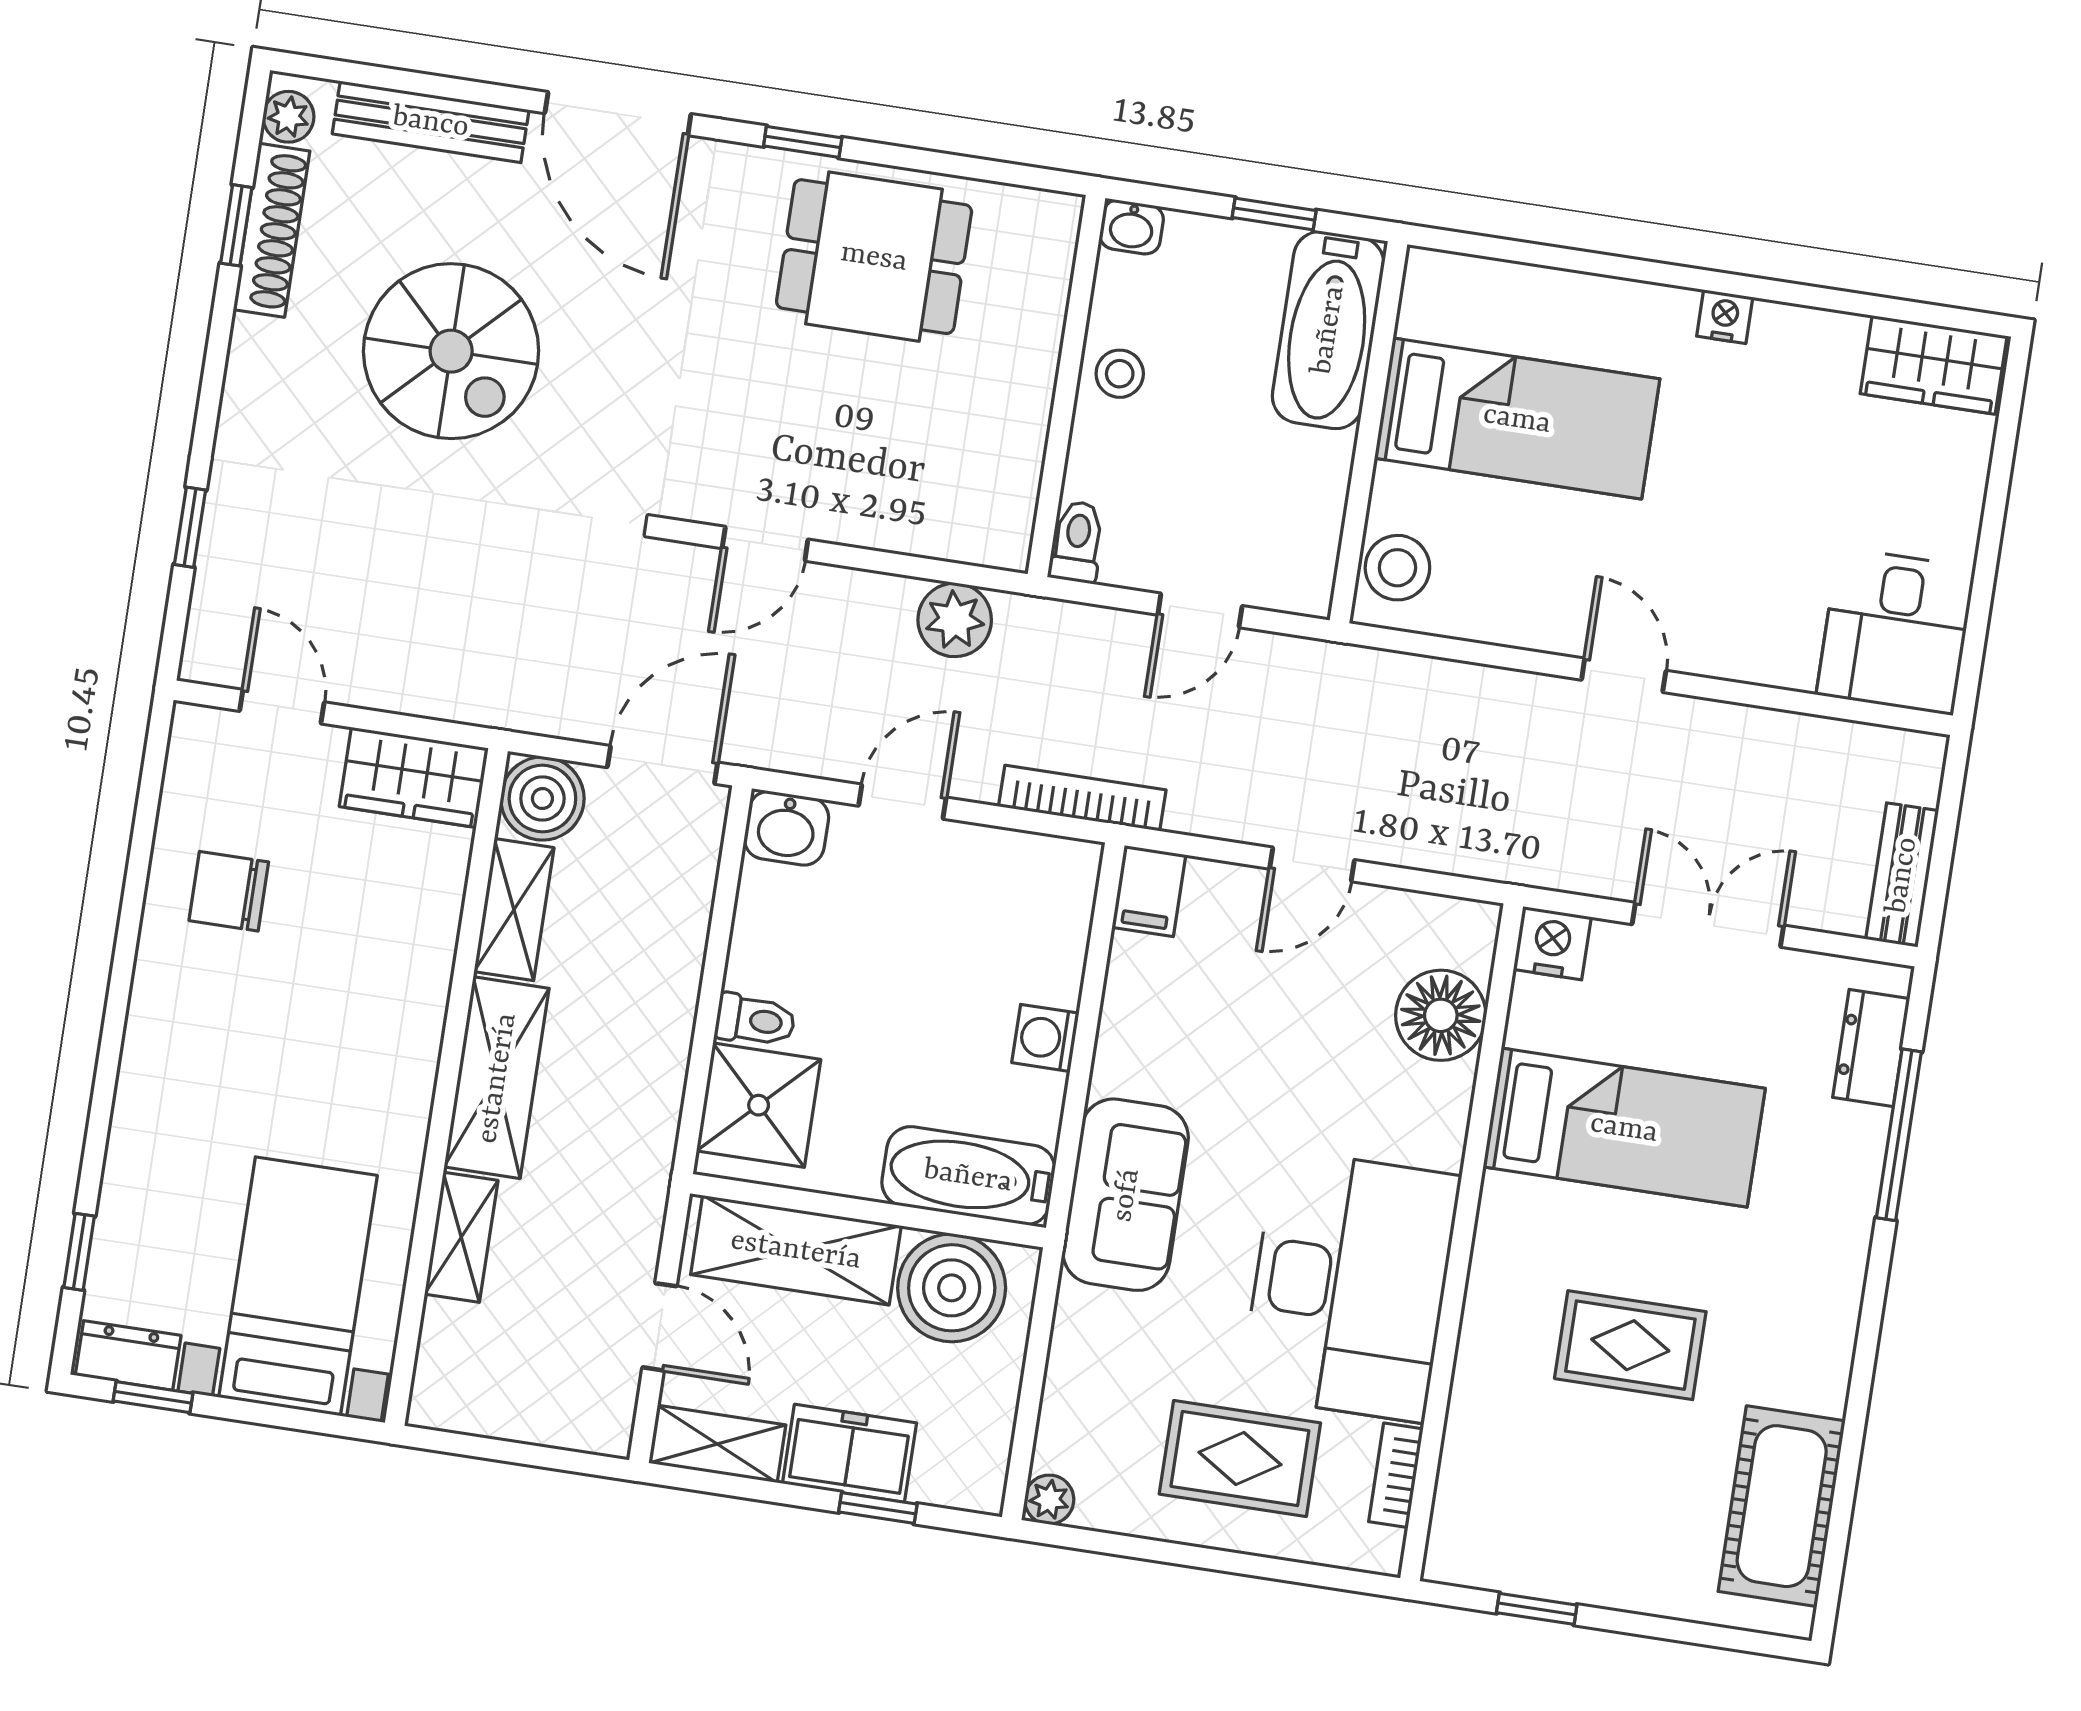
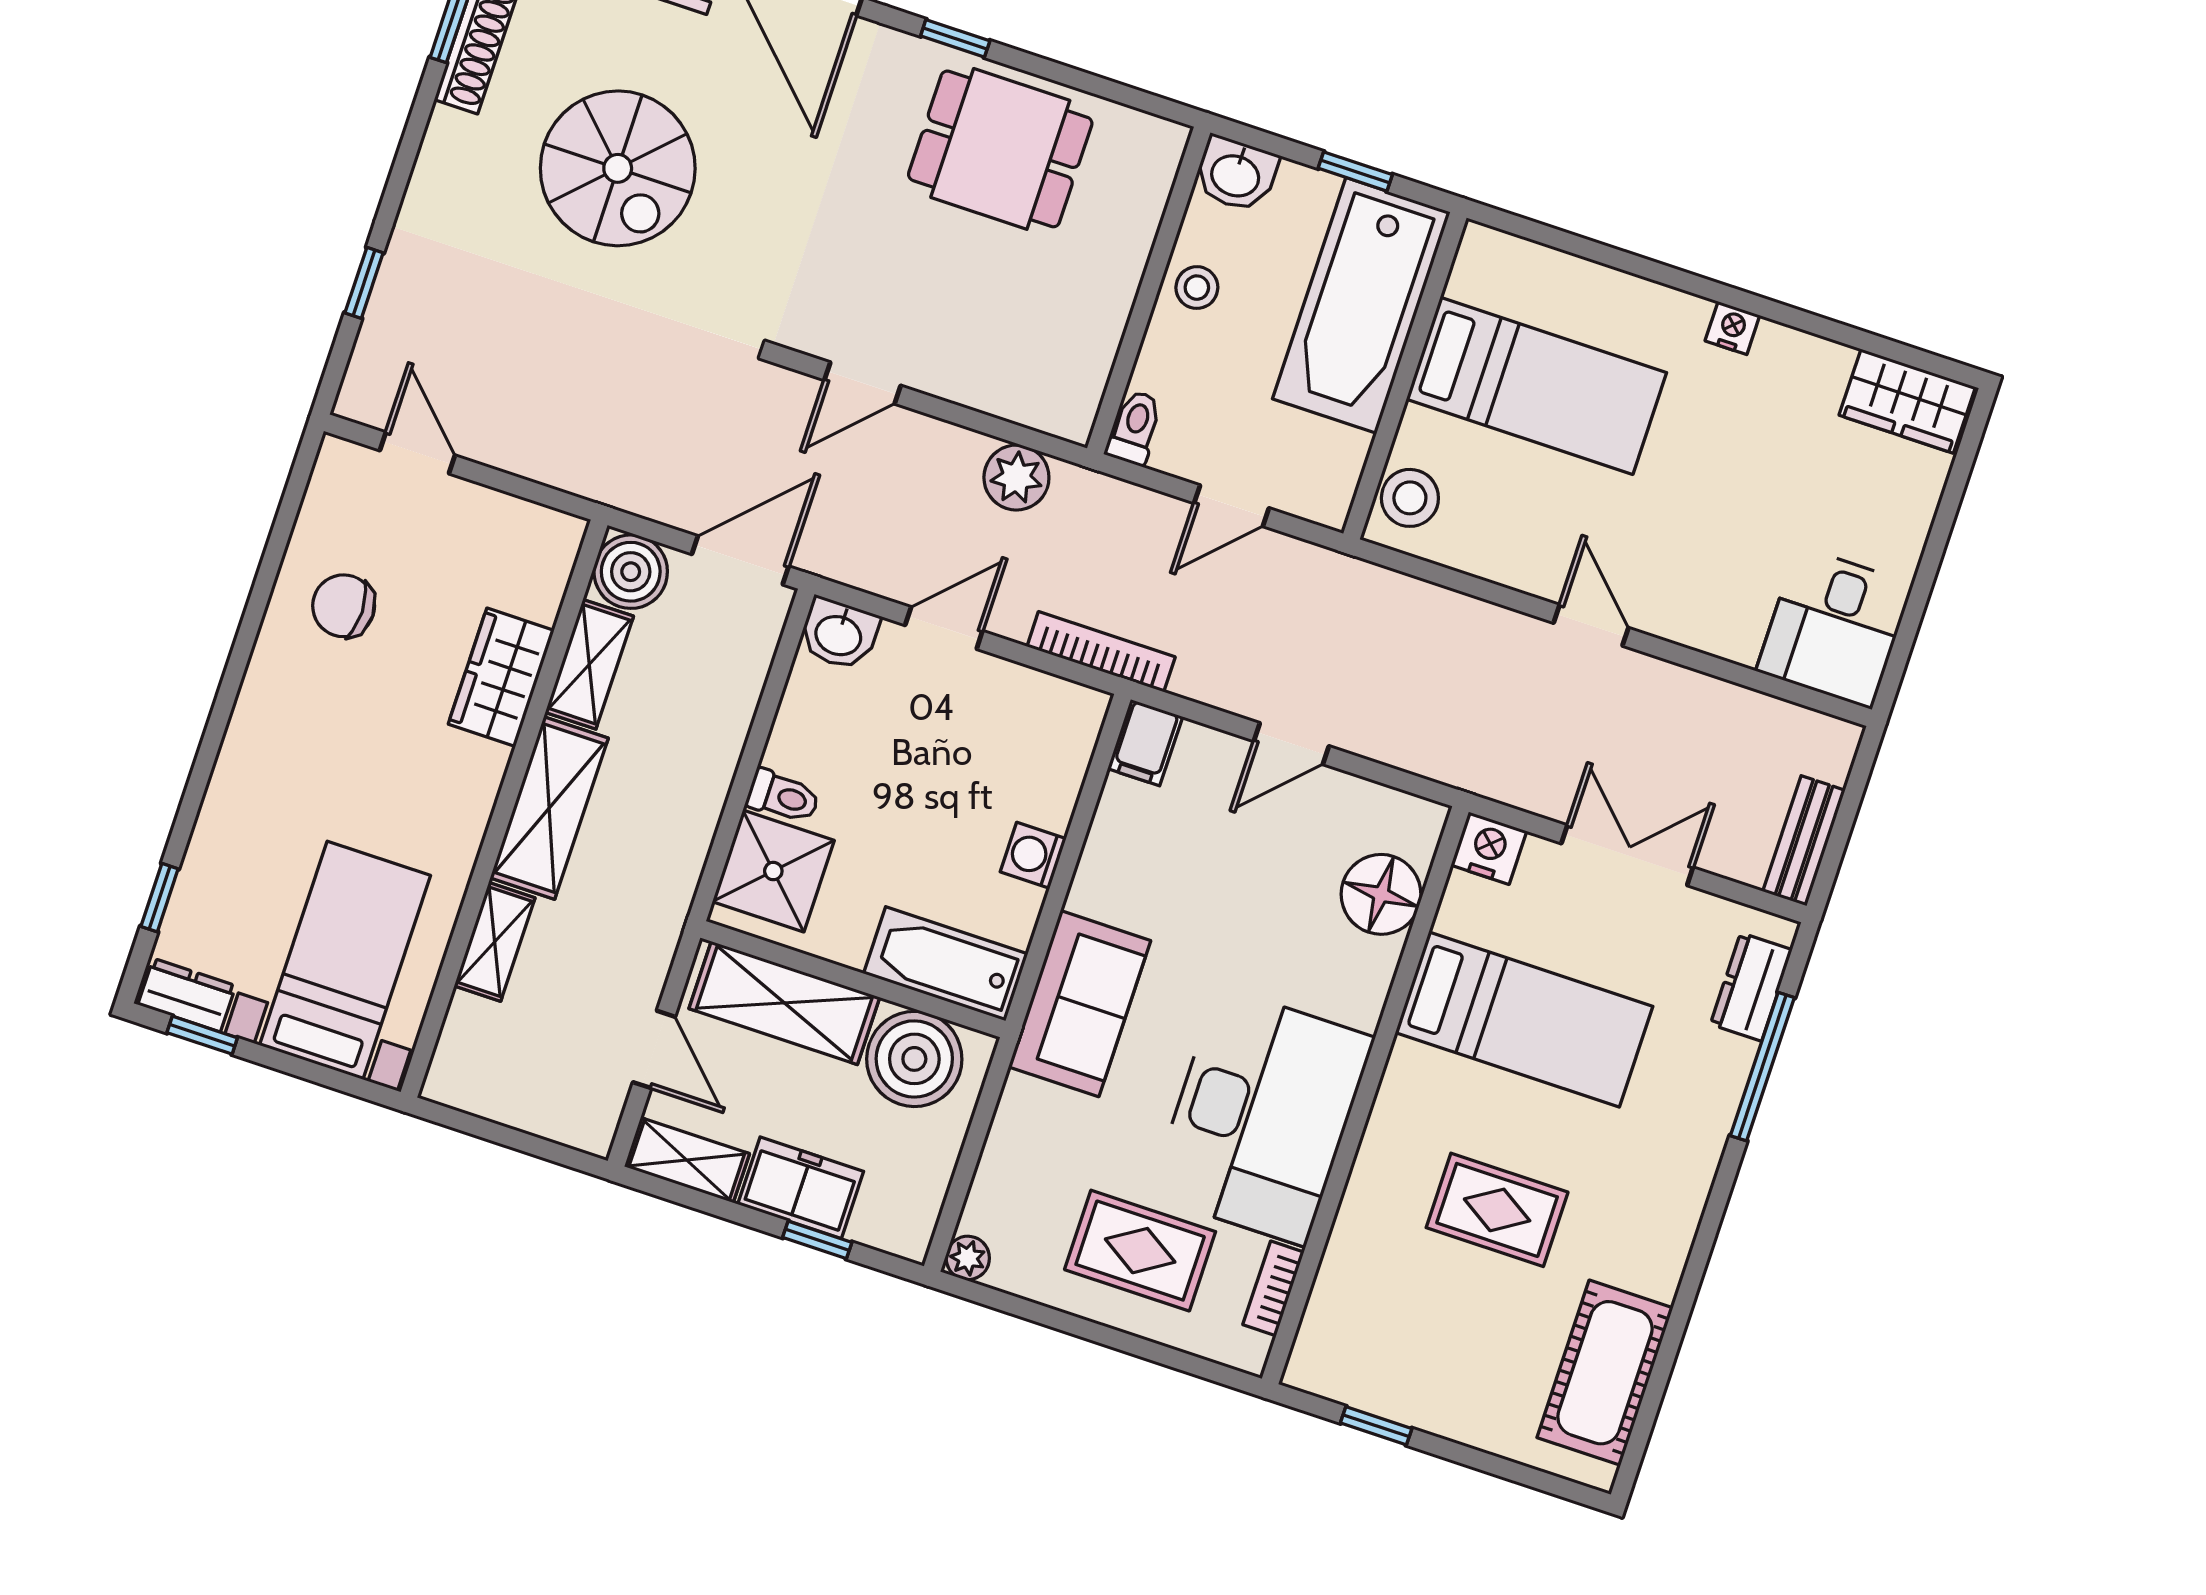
washbasin: (1132, 227) -> (1236, 174), width x1.38, depth x1.45
bathtub: (1328, 330) -> (1361, 305), width x1.36, depth x1.36
wardrobe: (414, 777) -> (501, 677), moved, turned 90

